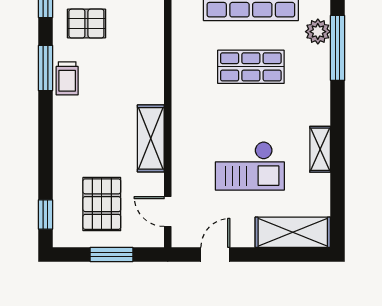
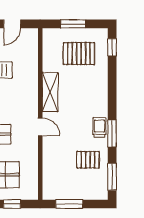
pallet: (102, 204) -> (79, 54), turned 90
door: (168, 212) -> (40, 127), moved

